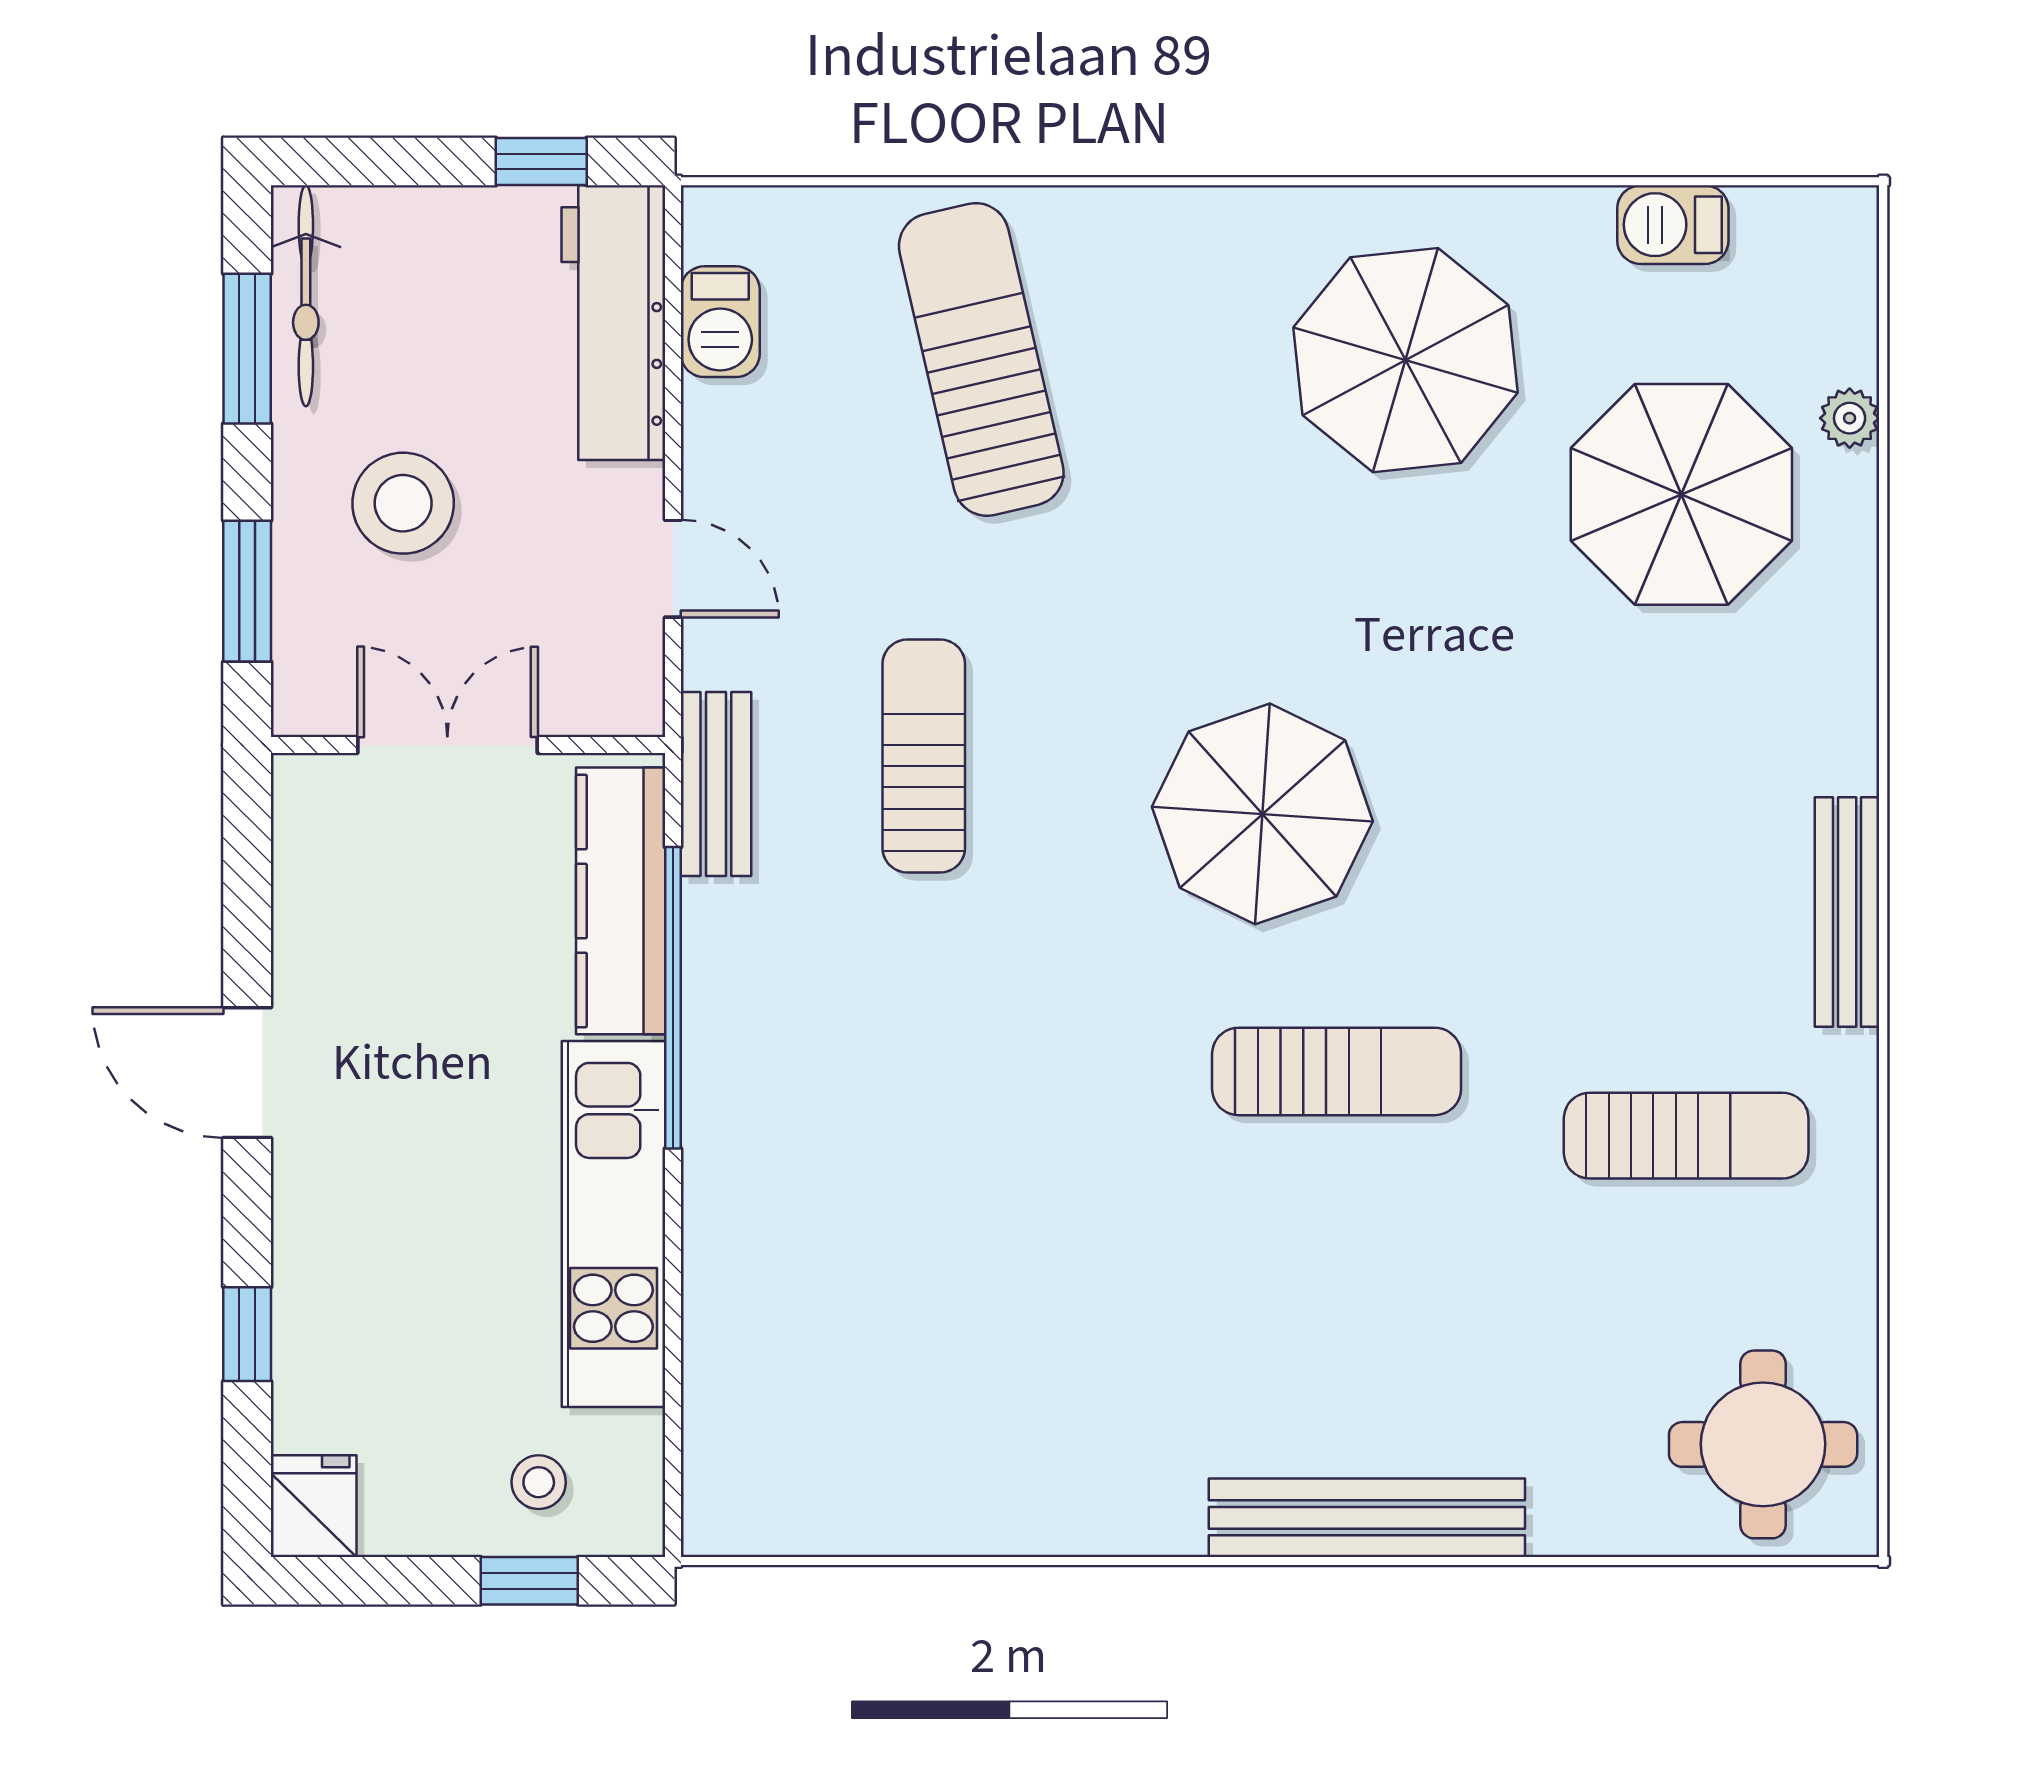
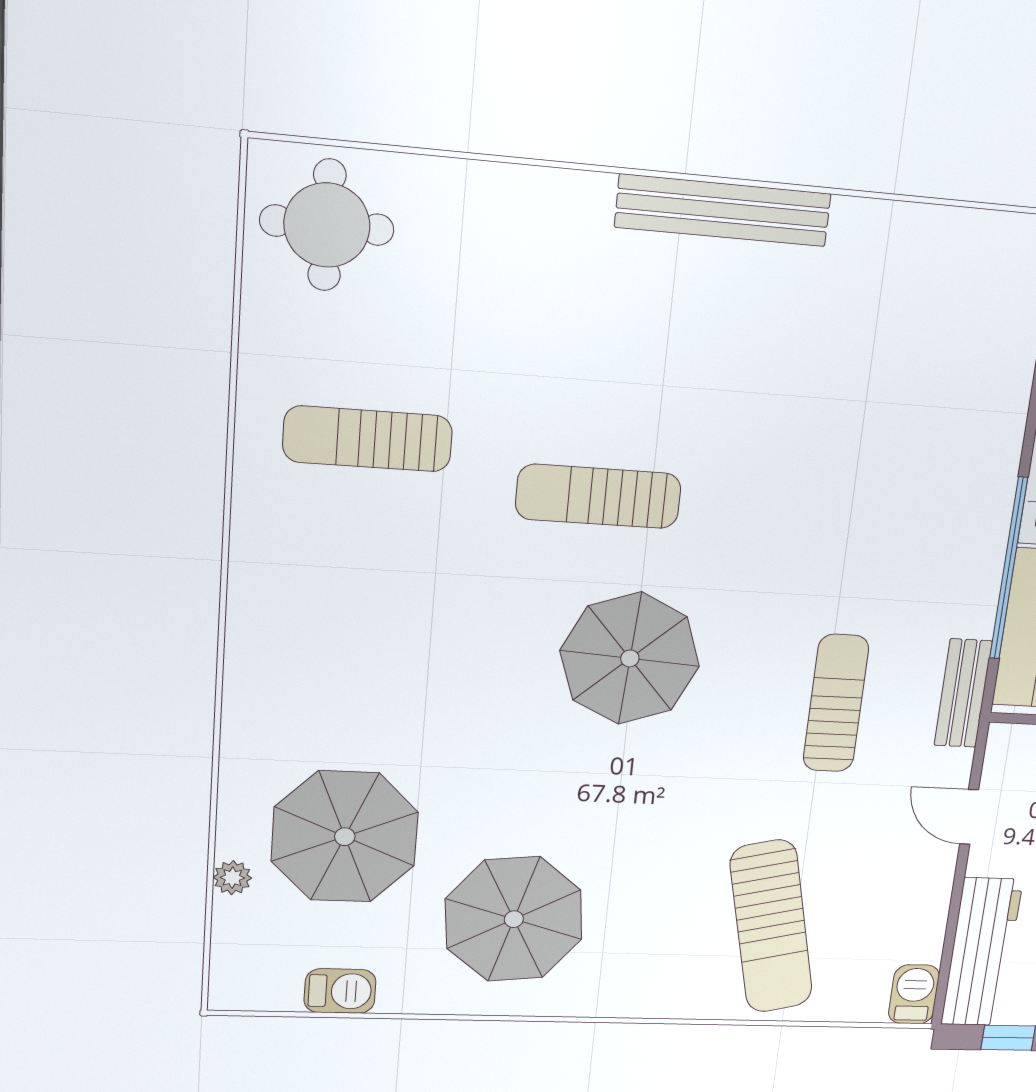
barbecue: (720, 322) -> (914, 994), moved
sun lounger: (924, 756) -> (836, 703), turned 180
bench: (1847, 912) -> (249, 576), removed
bench: (1367, 1518) -> (723, 210), moved

